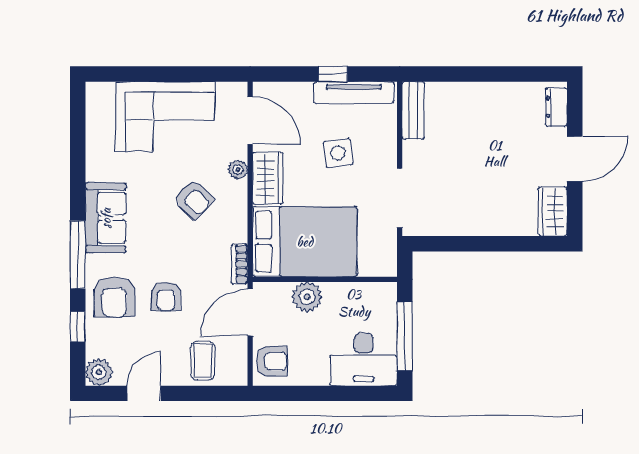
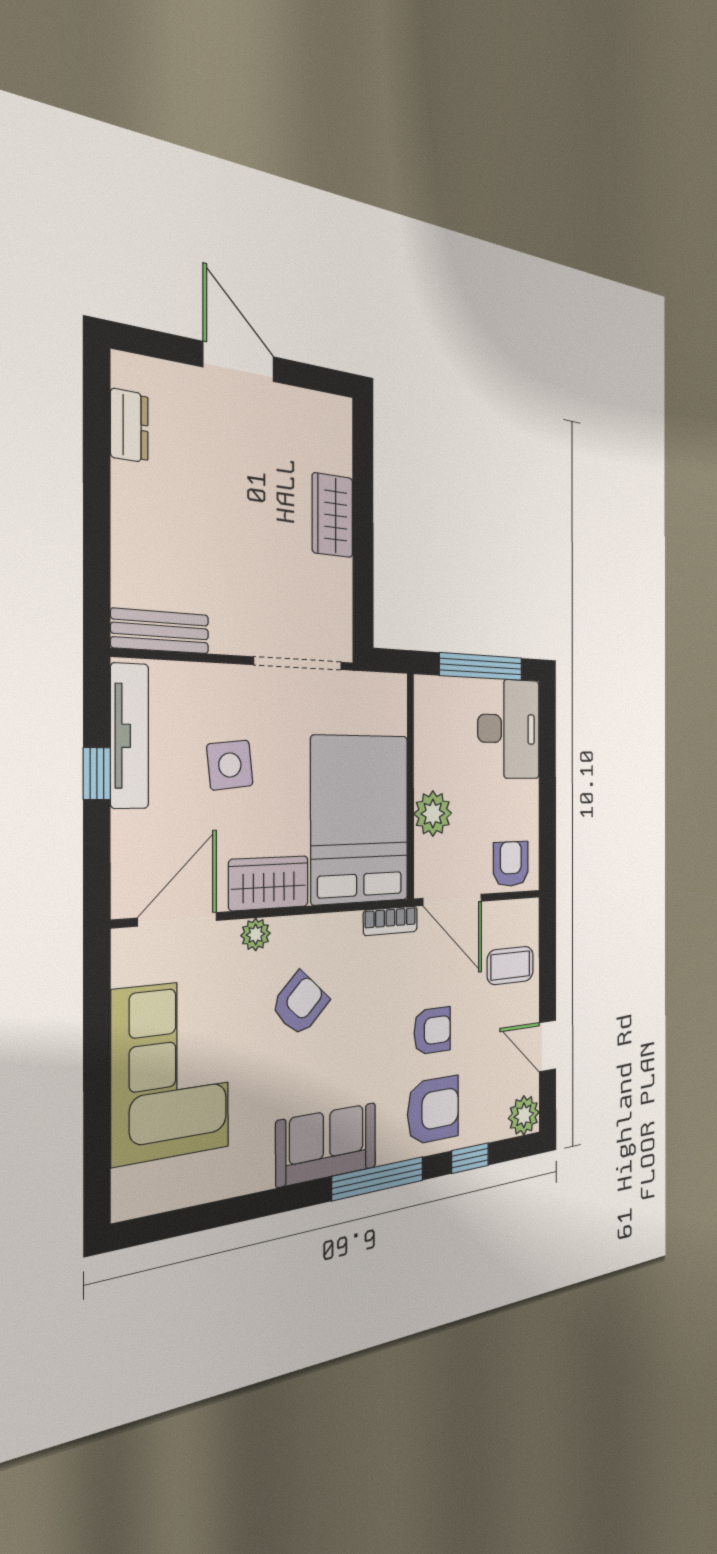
dresser: (556, 107) -> (129, 426), moved, turned -90
wardrobe: (553, 212) -> (332, 515), moved, turned 90

